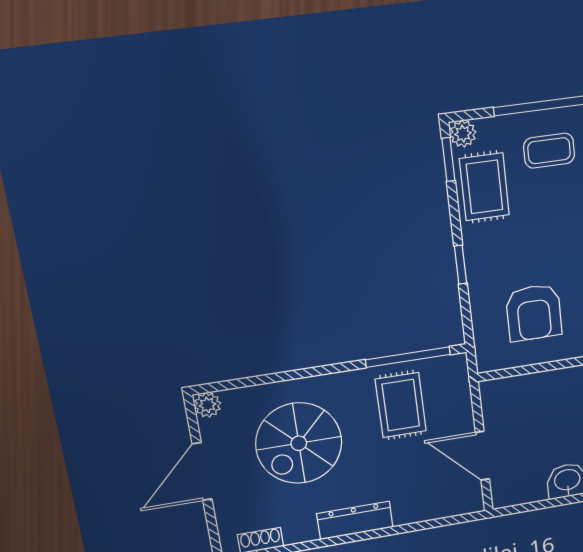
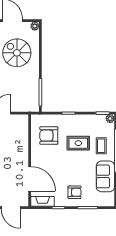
rug: (484, 187) -> (78, 143), moved
rug: (401, 405) -> (24, 88), removed

